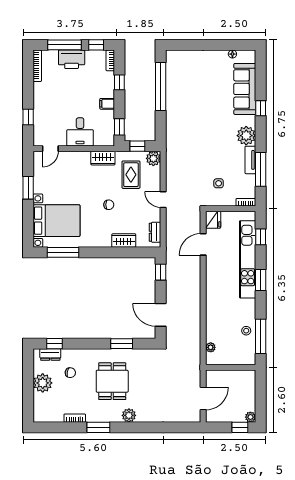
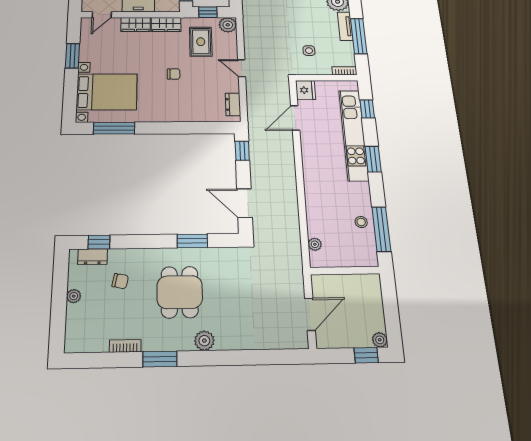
wardrobe: (124, 241) -> (136, 24), moved, turned 180
plant: (43, 383) -> (74, 296), width x0.53, depth x0.53

